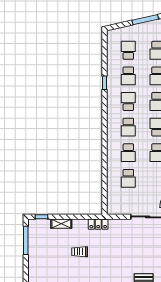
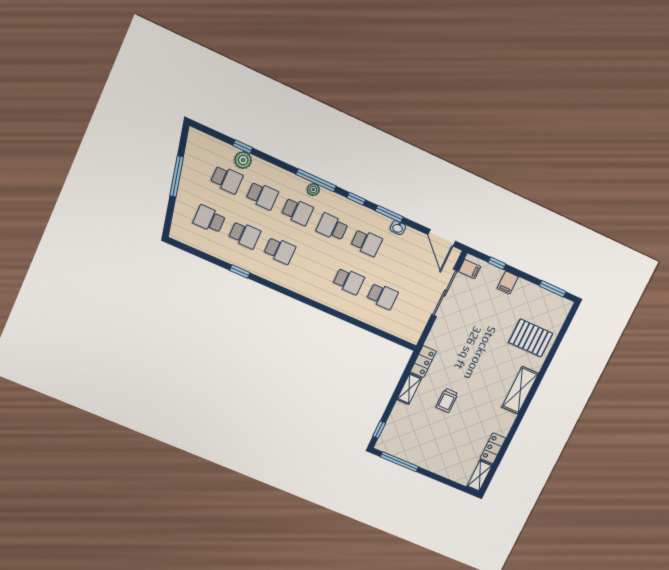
school desk: (128, 101) -> (280, 250), turned 180
school desk: (128, 127) -> (314, 266), removed
shelving: (61, 224) -> (409, 389), moved

